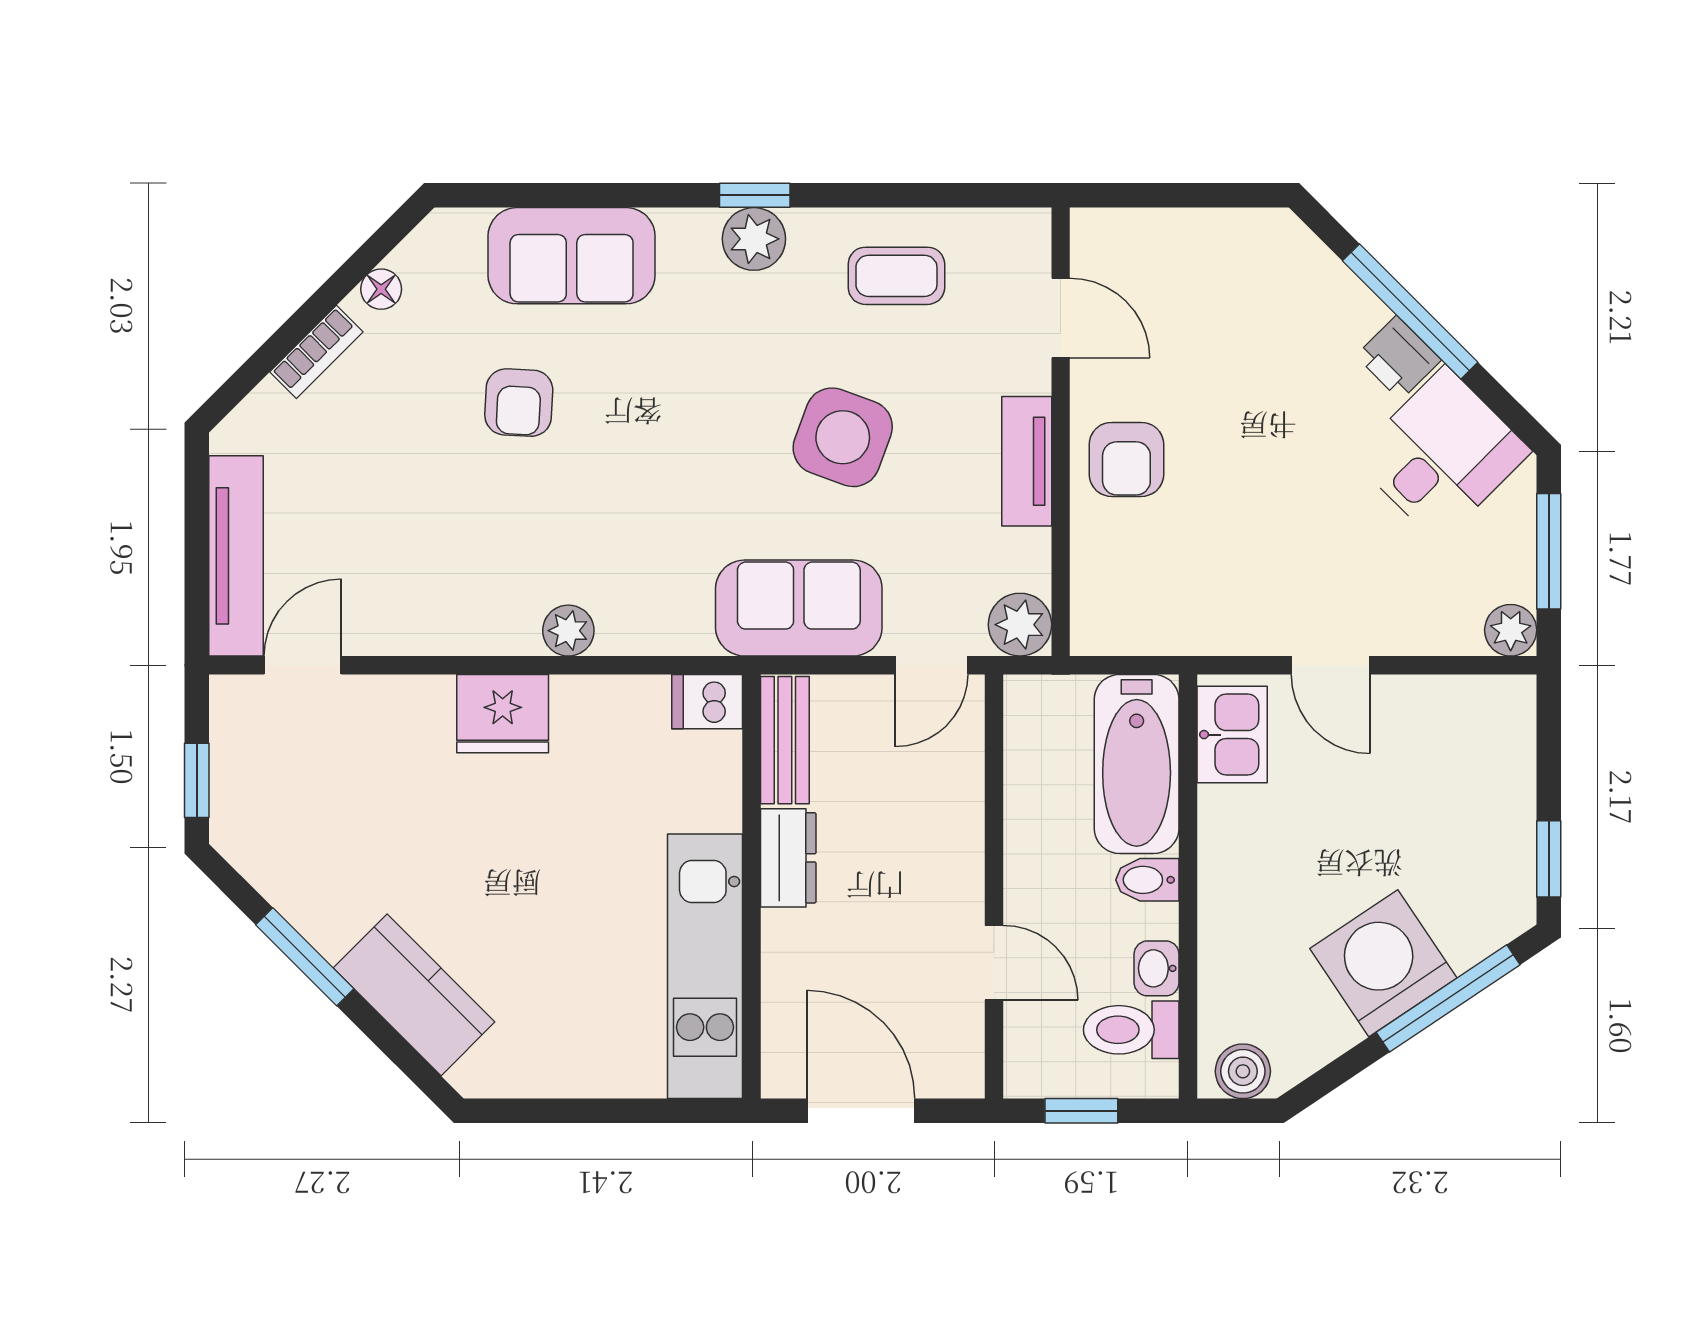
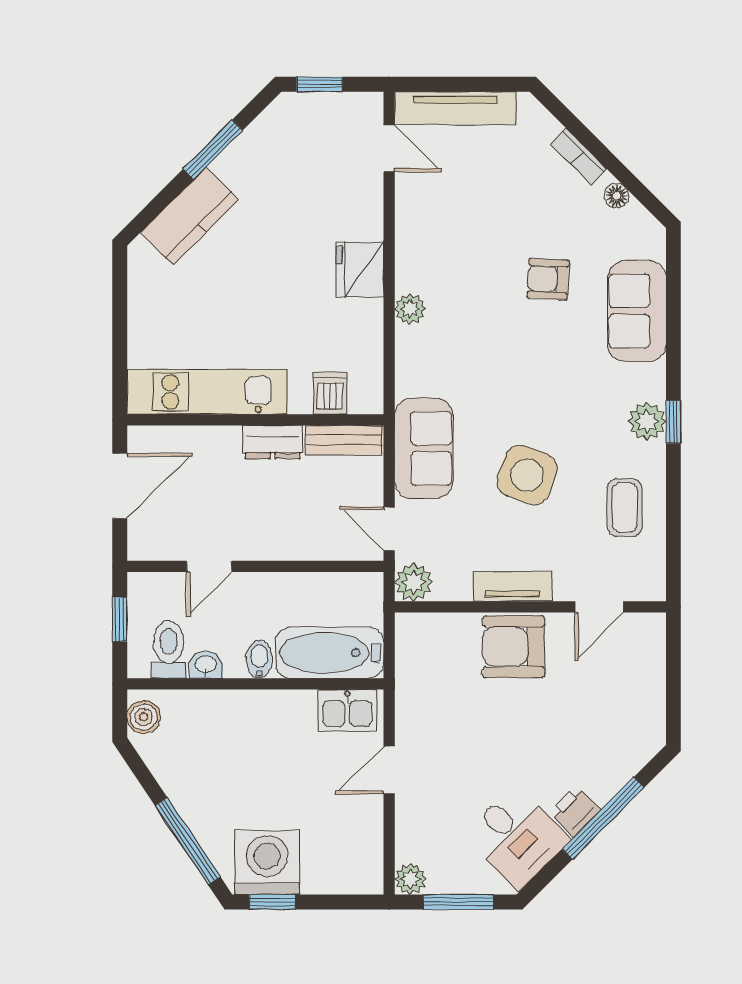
armchair: (1126, 459) -> (514, 647), width x1.38, depth x1.38
dishwasher: (707, 702) -> (330, 393), moved
washing machine: (1383, 963) -> (267, 863), moved, turned -56

